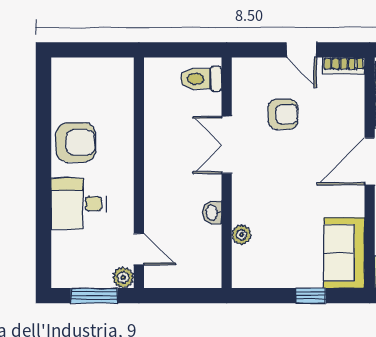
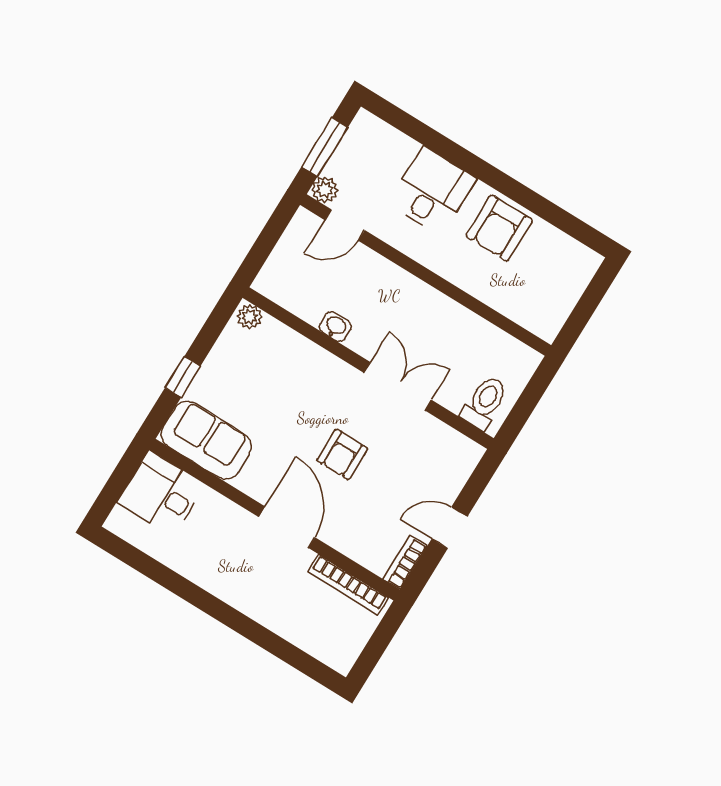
armchair: (283, 114) -> (342, 454), moved
plant: (242, 235) -> (250, 317), moved

